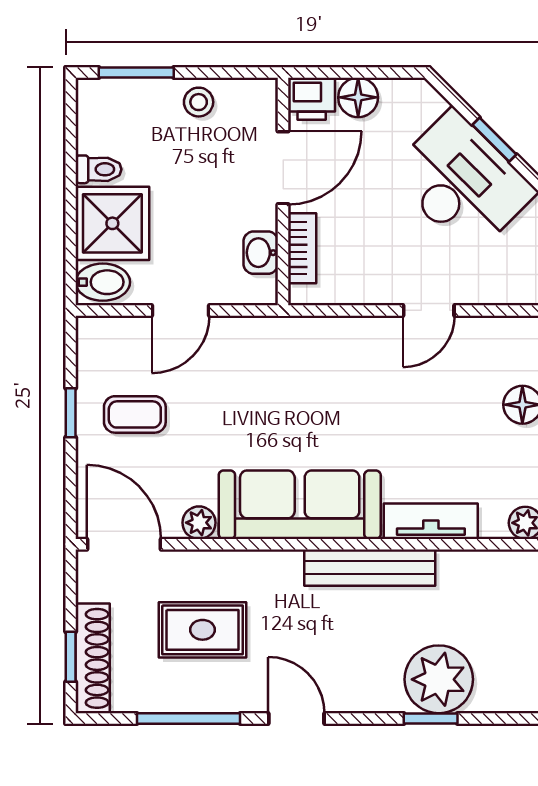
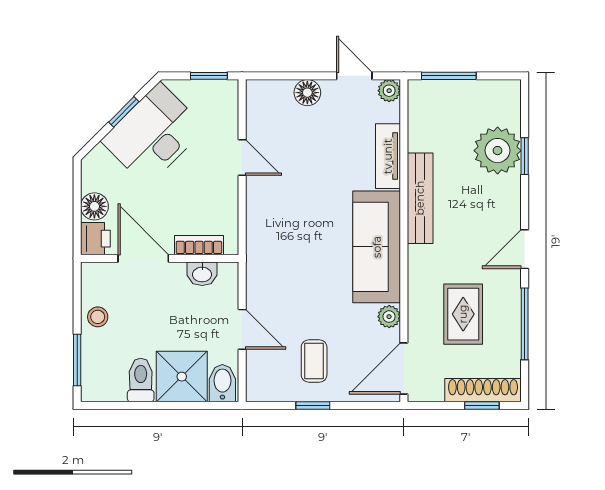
toilet: (98, 169) -> (141, 380), width x1.37, depth x1.39

